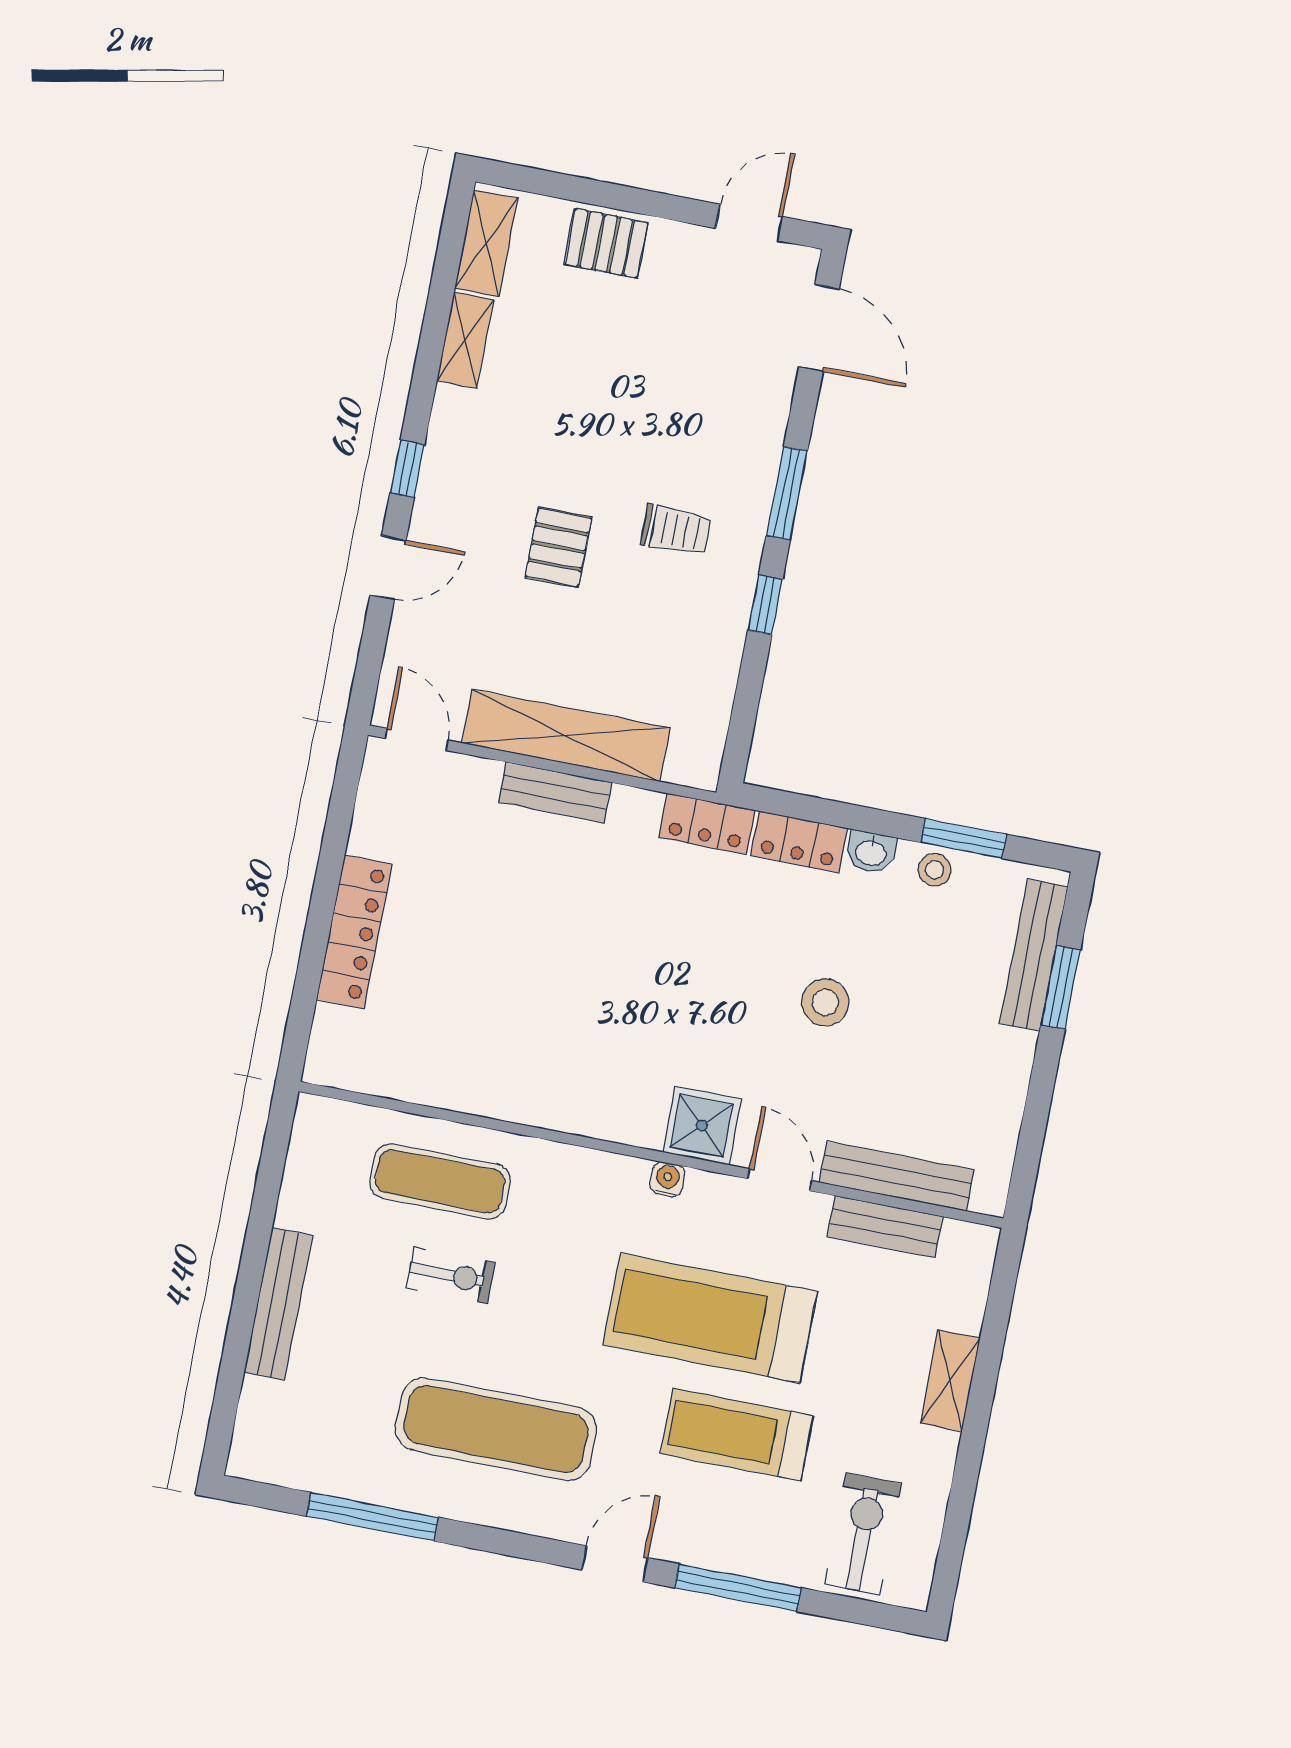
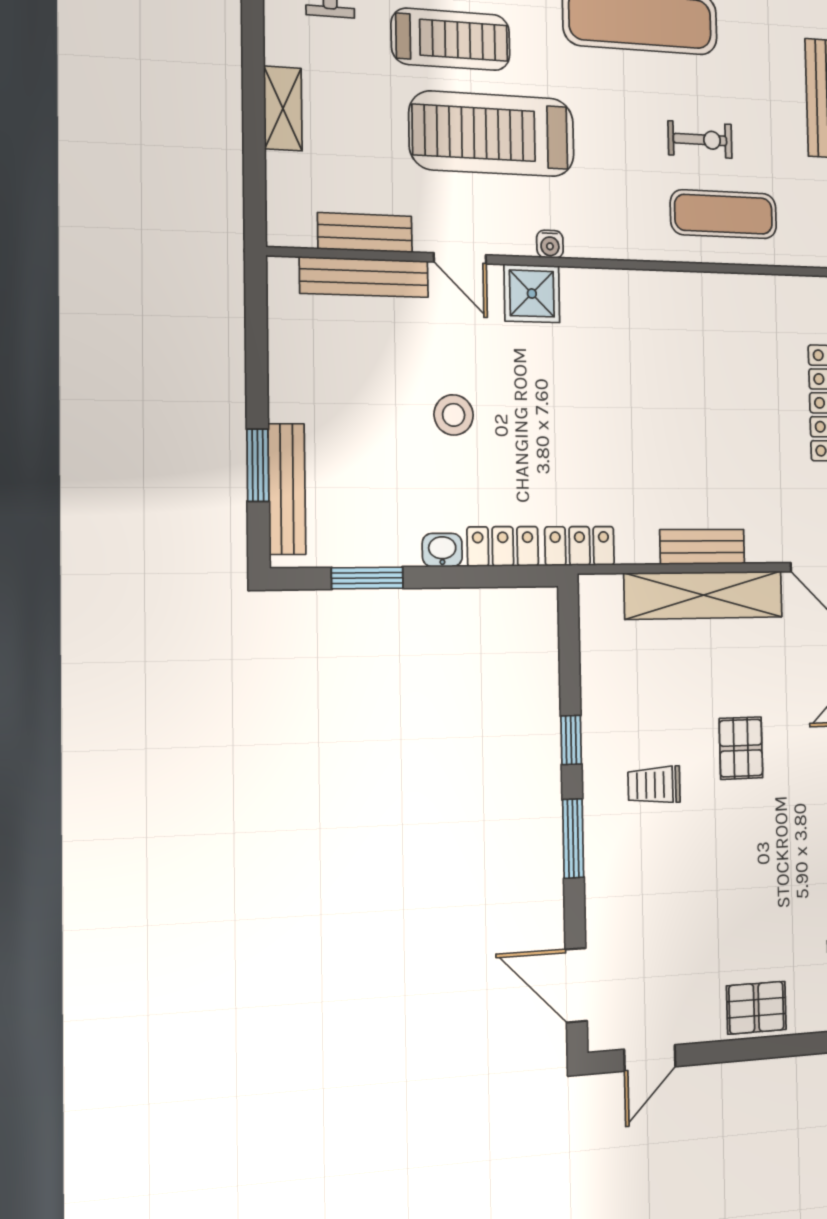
stool: (935, 870) -> (386, 546), removed
exercise bike: (451, 1275) -> (700, 140), turned 180
treadmill: (710, 1318) -> (492, 134), turned 180

